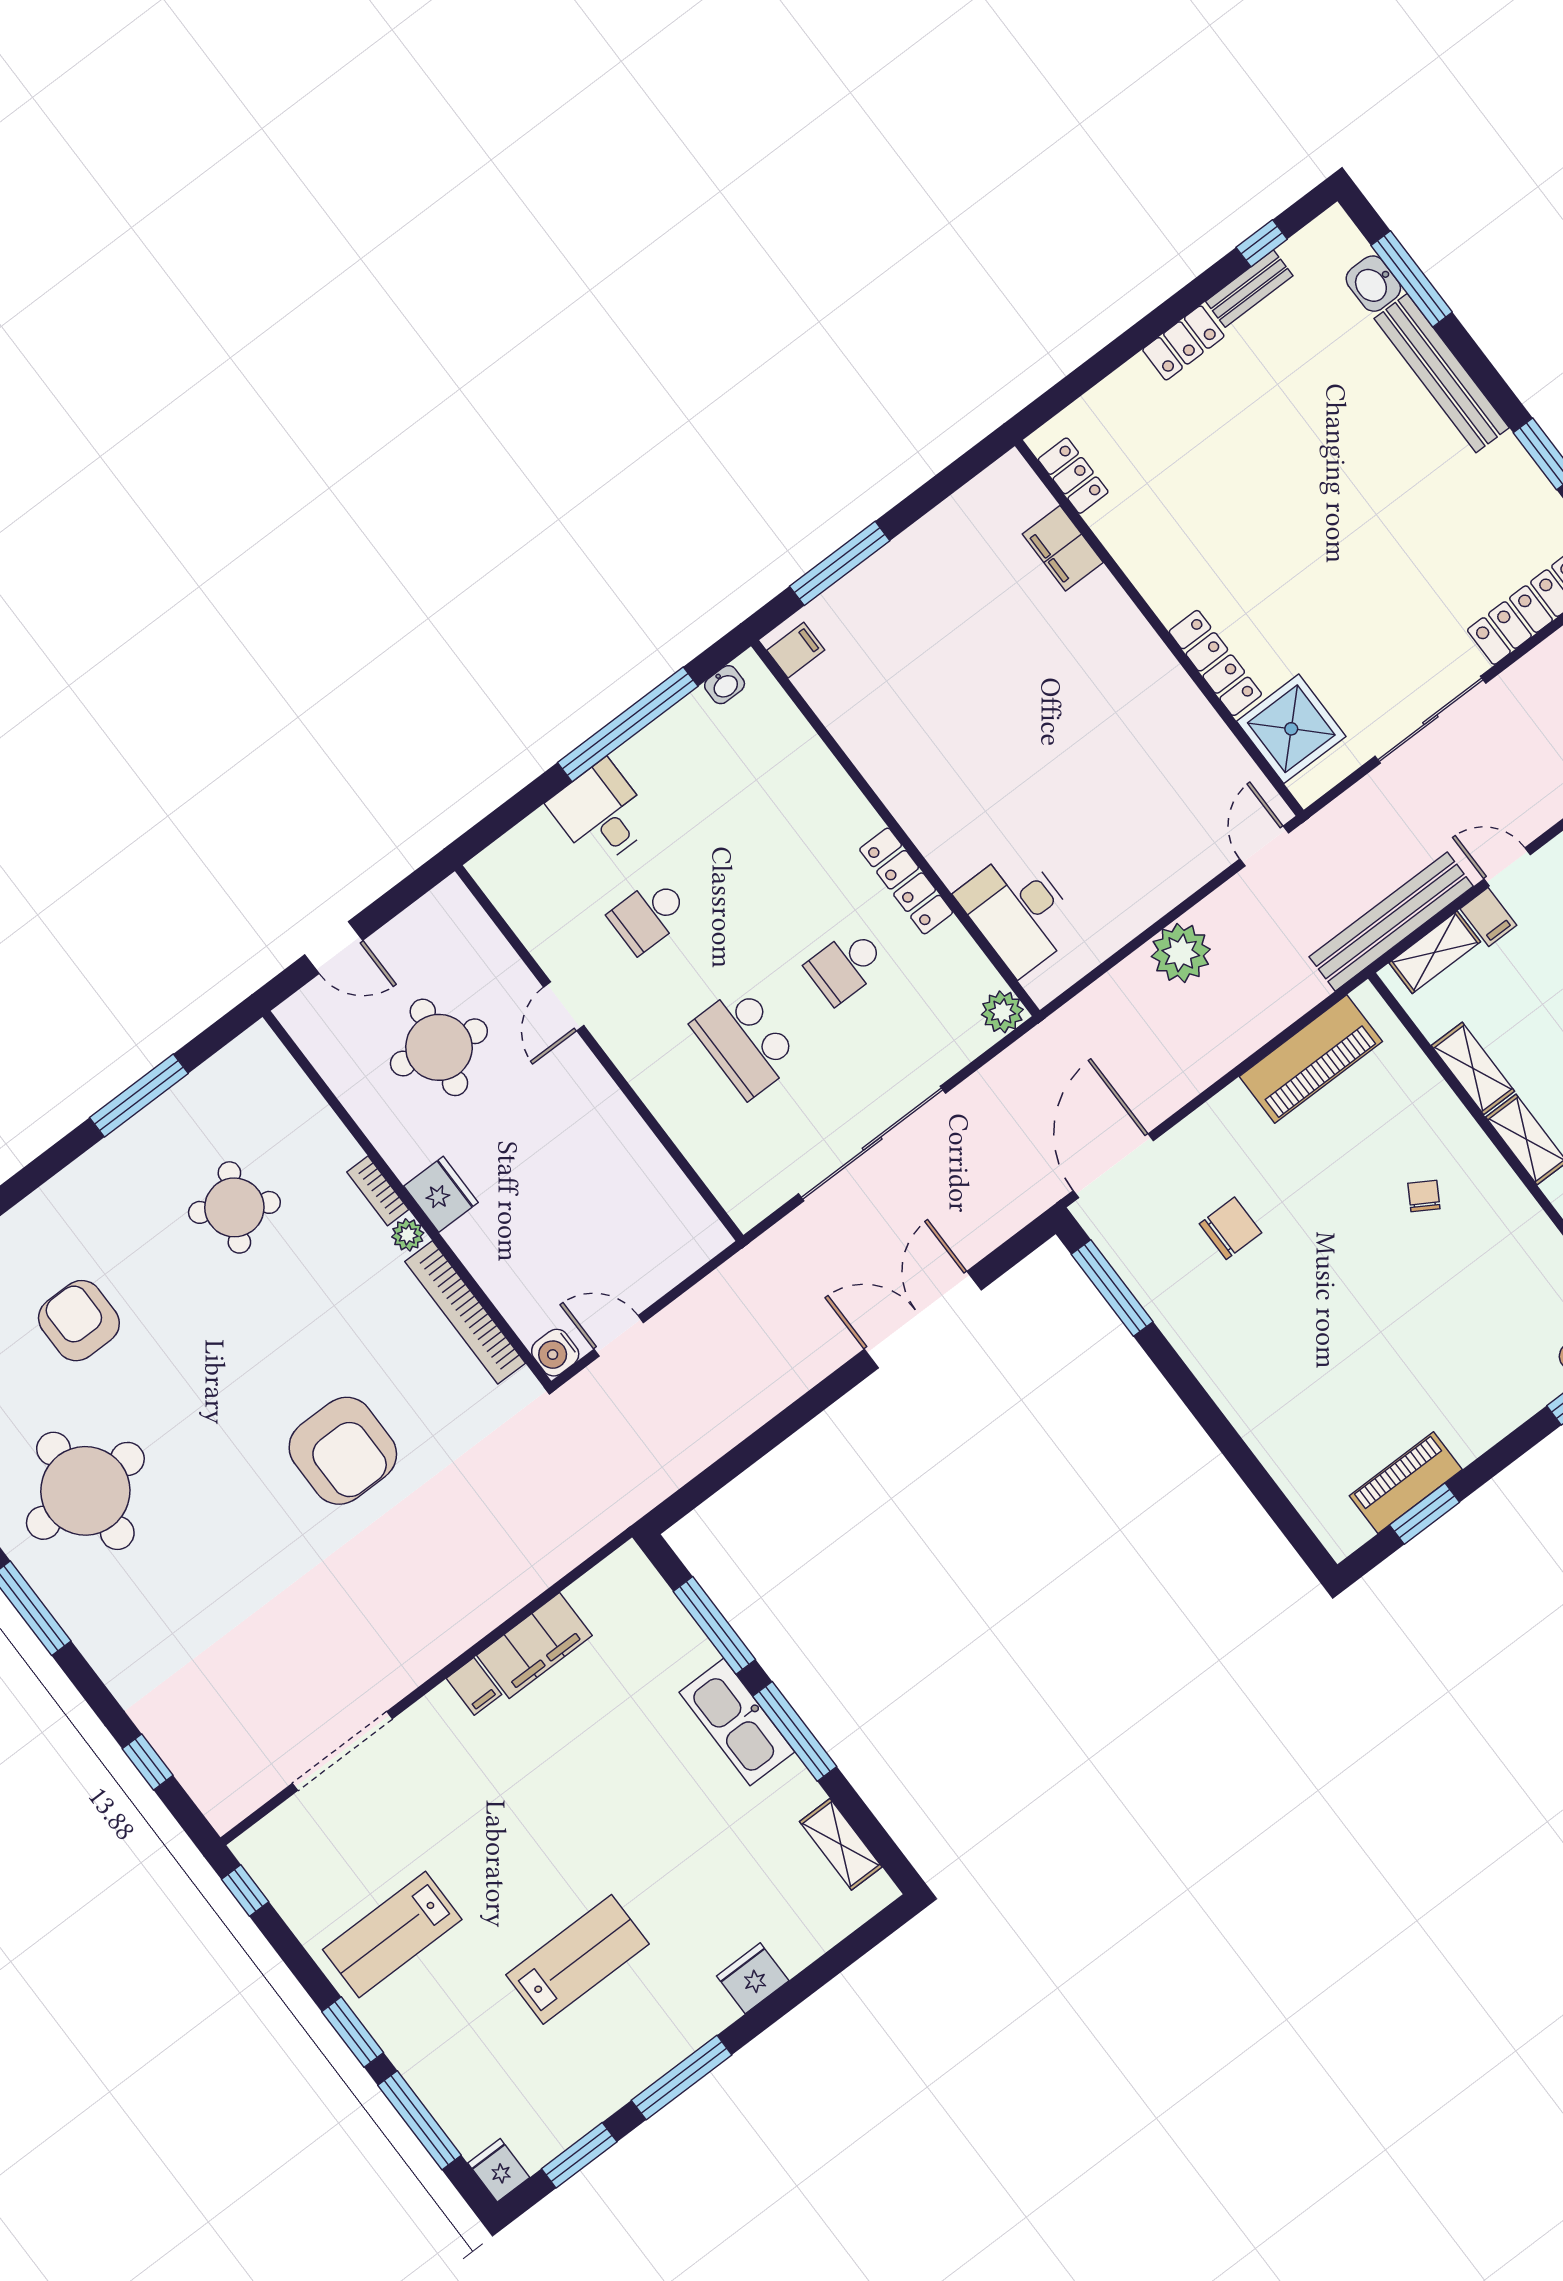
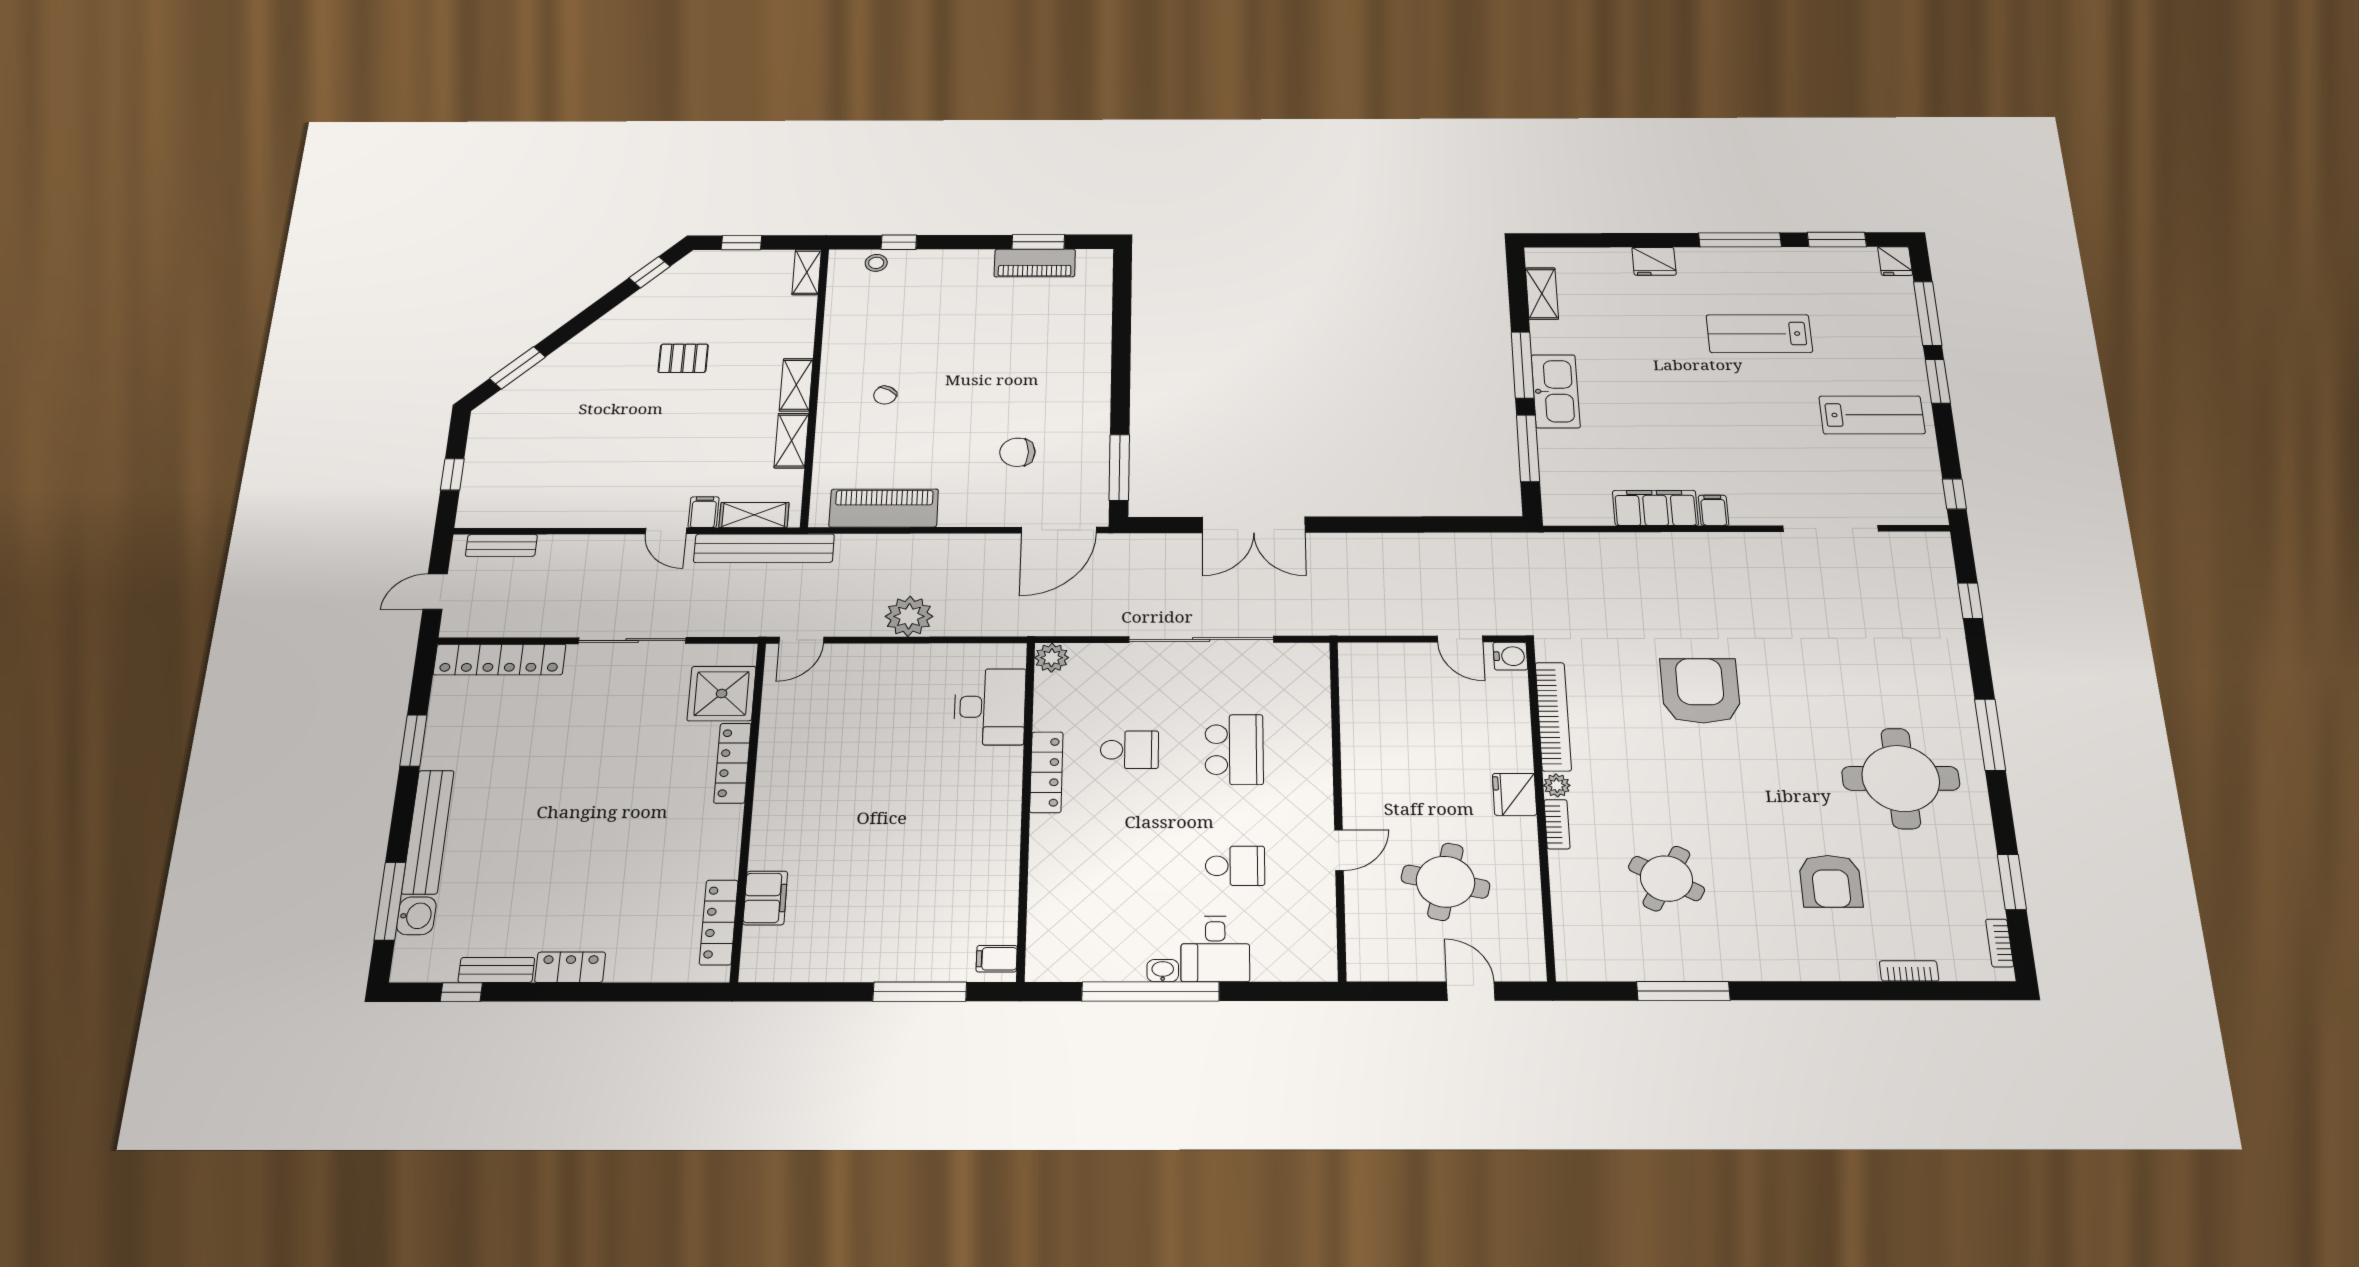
locker: (1073, 476) -> (719, 922), width x1.53
washbasin: (725, 685) -> (1163, 971), moved

